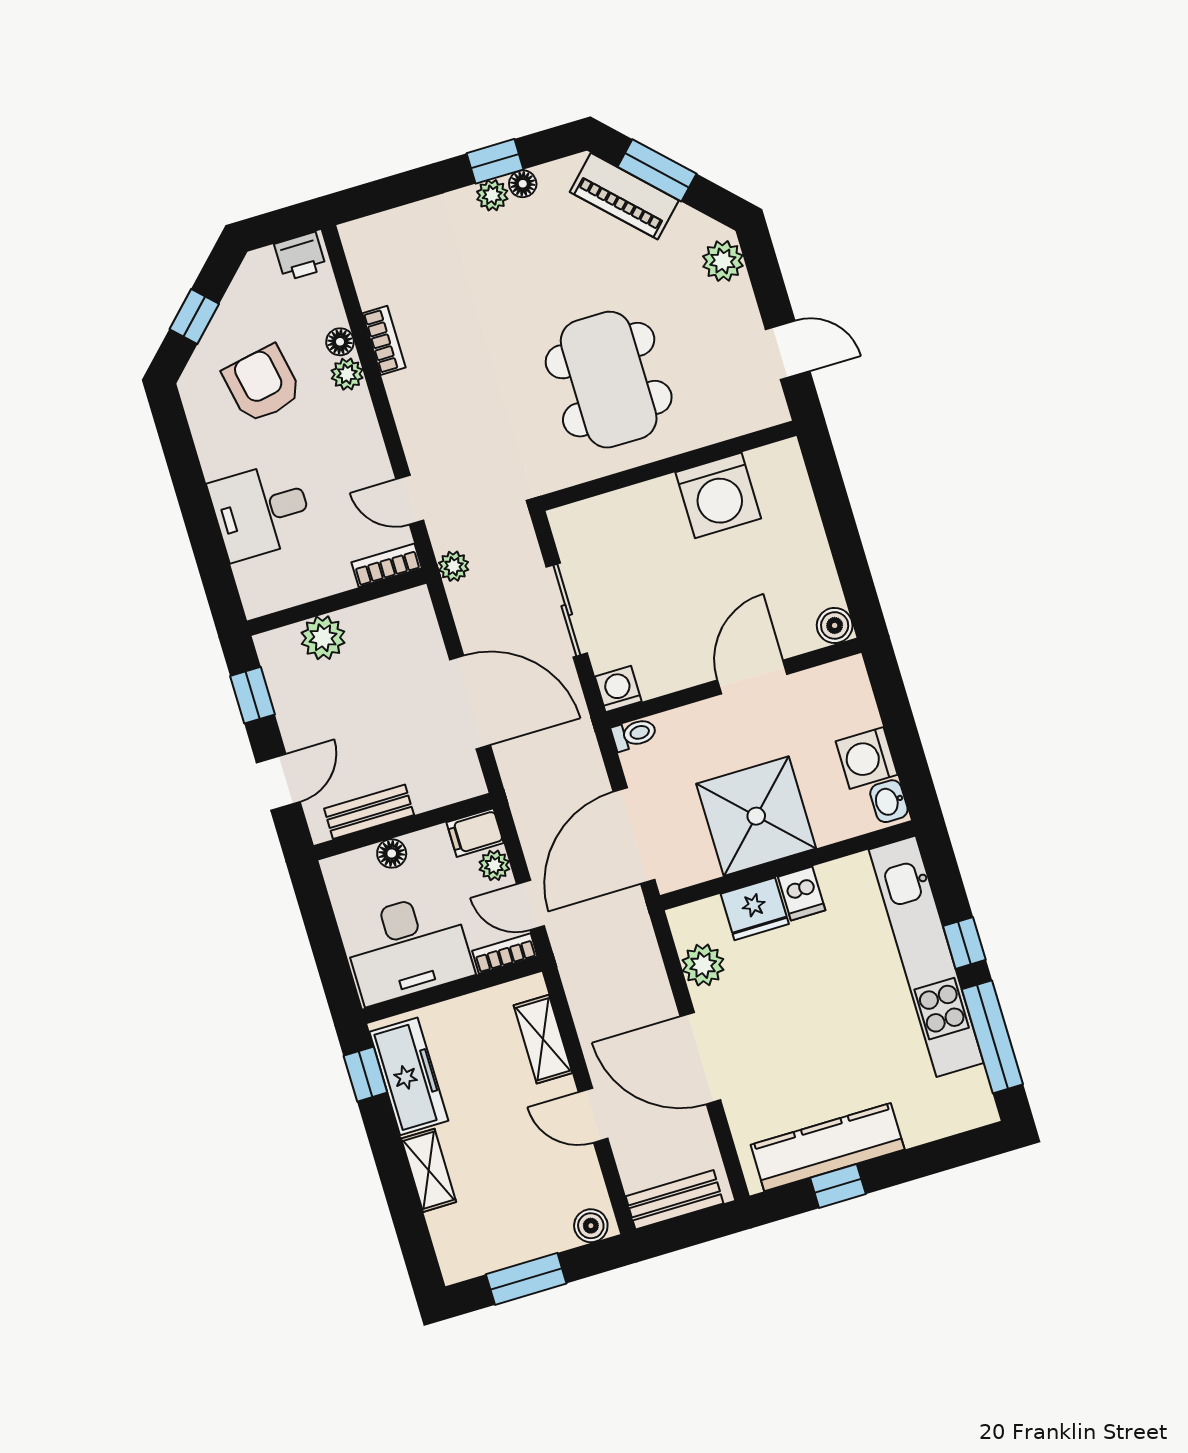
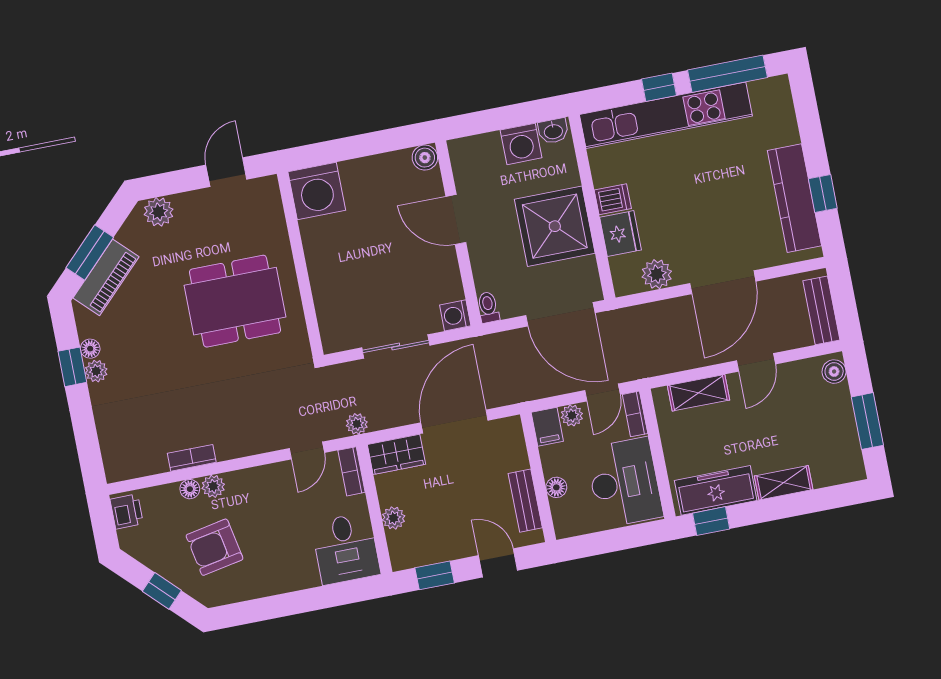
washing machine: (718, 495) -> (317, 191), moved, turned 90
desk: (261, 511) -> (346, 548), moved
wardrobe: (416, 626) -> (396, 454), added
plant: (323, 638) -> (394, 518), width x0.73, depth x0.73

